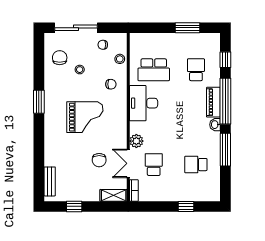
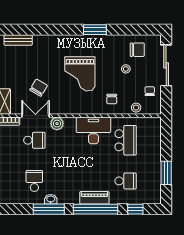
school desk: (154, 70) -> (126, 140), turned 180
washbasin: (215, 125) -> (51, 199), moved
chair: (99, 160) -> (39, 88), turned 121

